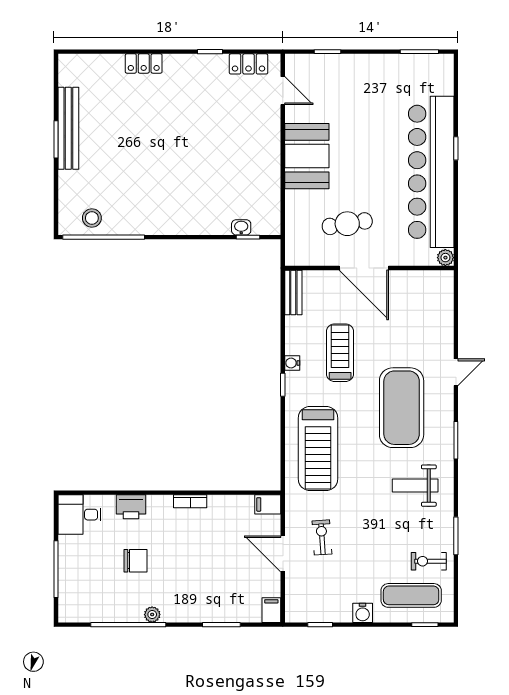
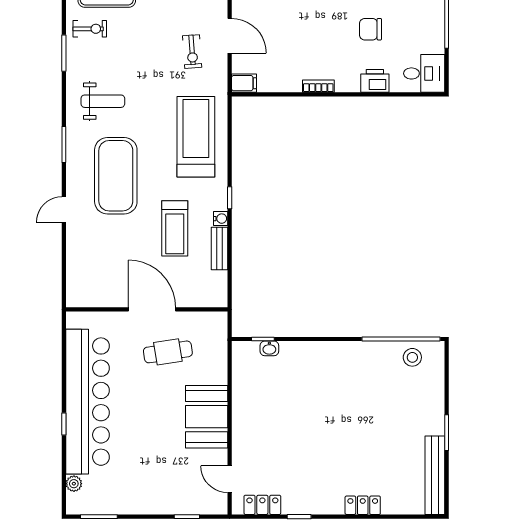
bench: (68, 128) -> (435, 475), moved
plant: (445, 258) -> (74, 484), moved
bench: (293, 292) -> (219, 249), moved

